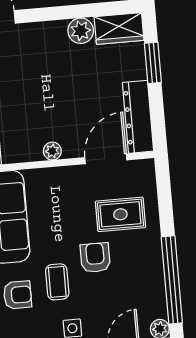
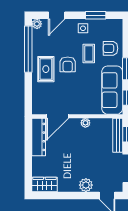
plant: (81, 31) -> (86, 185), moved
window: (153, 63) -> (28, 165), removed
rug: (120, 214) -> (46, 69), moved, turned 90

